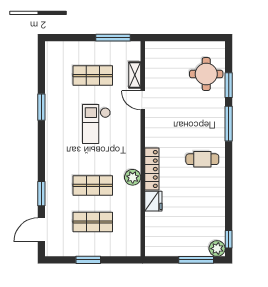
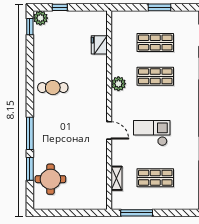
door: (143, 100) -> (109, 130), moved
checkout: (96, 124) -> (152, 133), turned -90
cafe table: (202, 159) -> (53, 88), moved
locker: (152, 169) -> (101, 91), removed
fridge: (153, 201) -> (99, 45), moved
window: (196, 260) -> (60, 7), width x0.46

